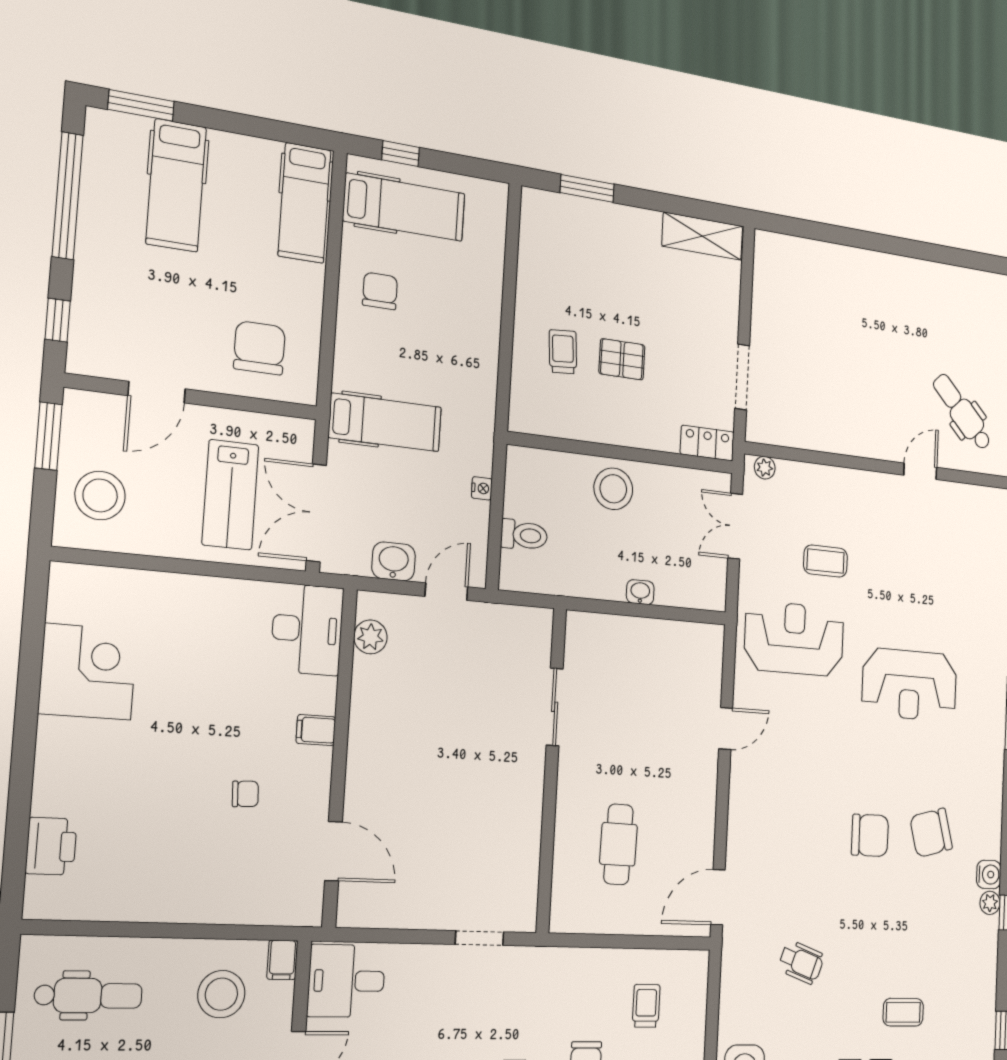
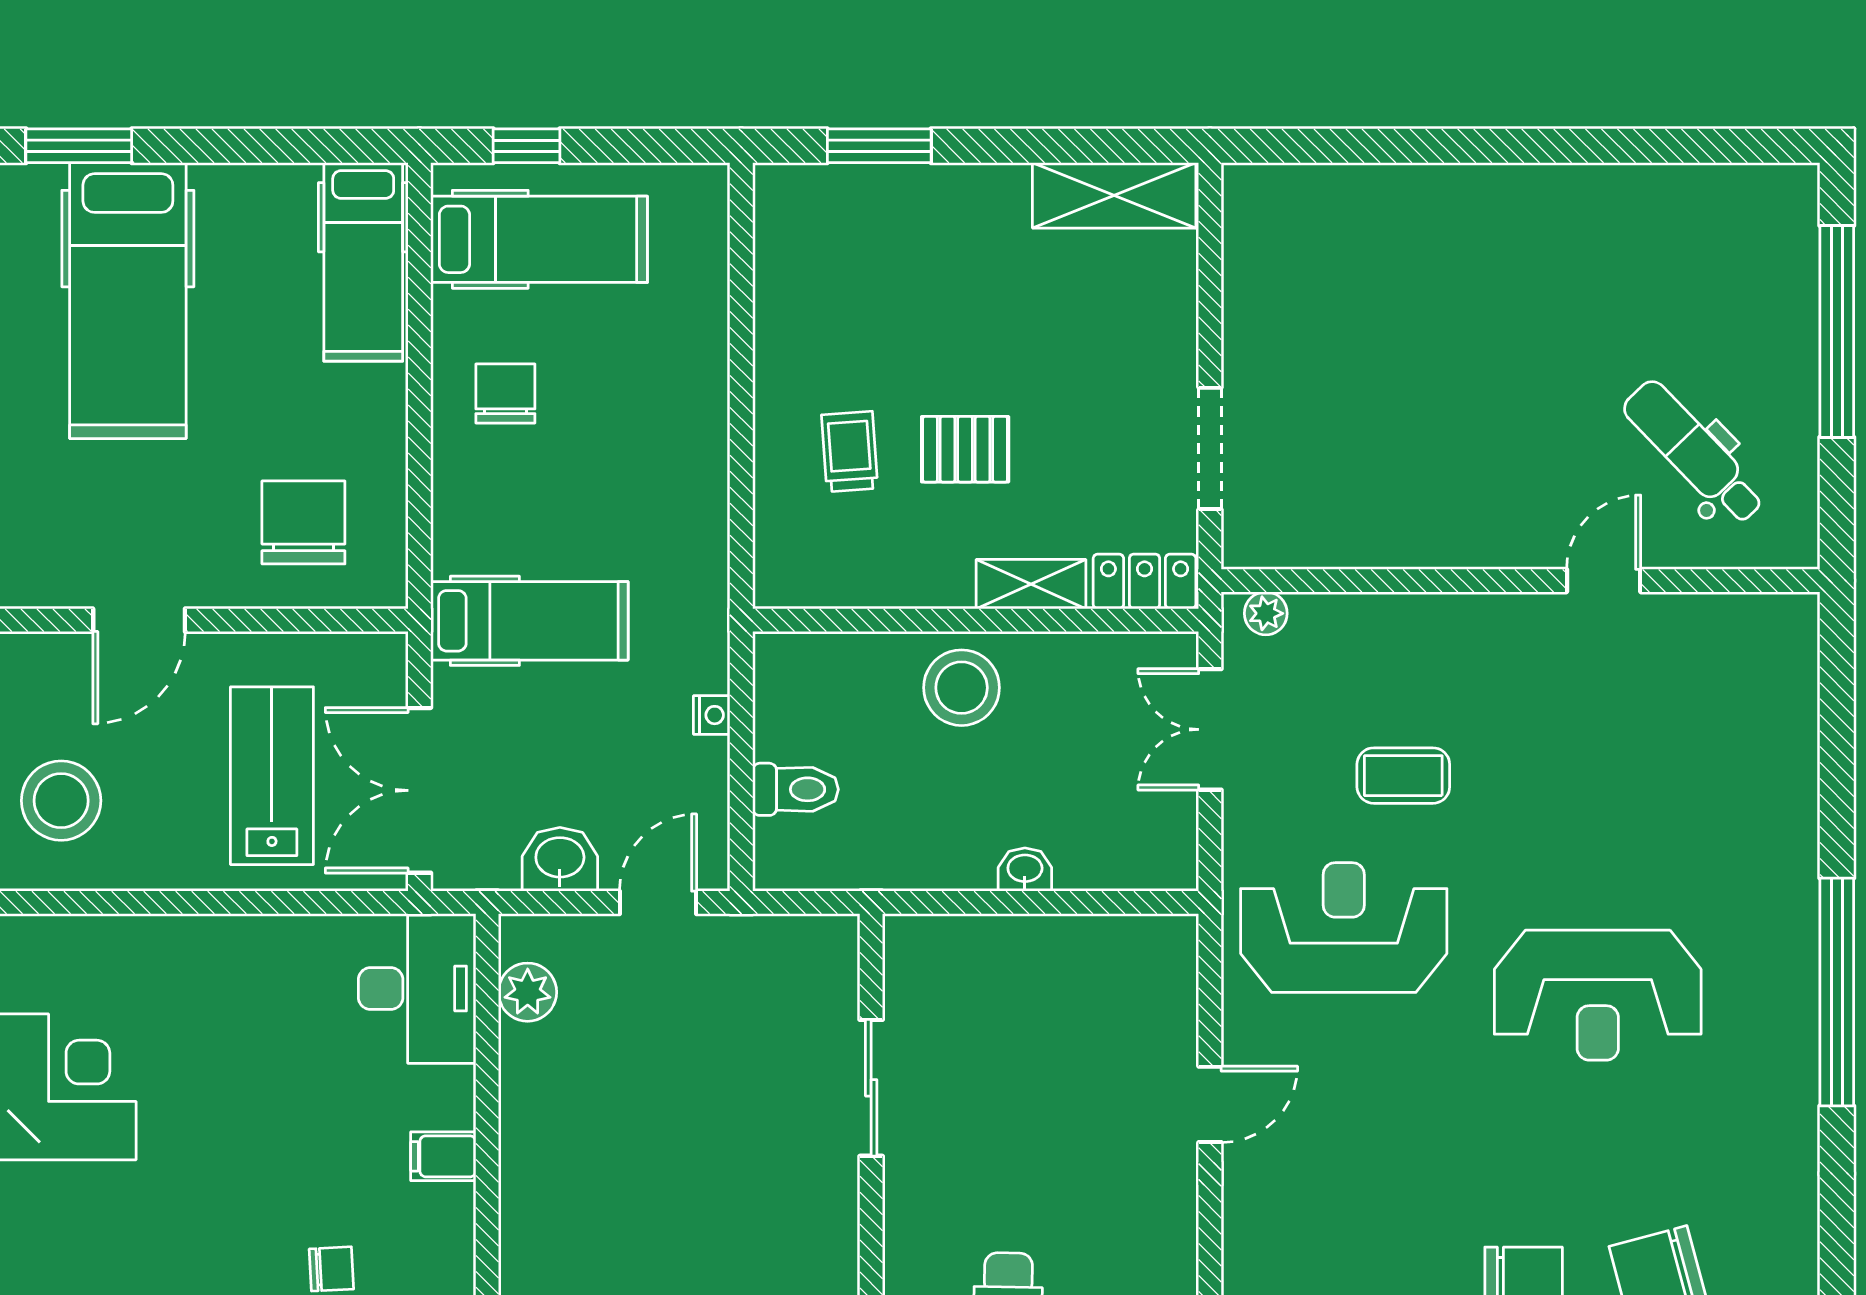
hospital bed: (176, 185) -> (128, 301), width x1.37, depth x1.29
shelving: (651, 437) -> (1031, 584), added
lab bench: (230, 495) -> (272, 776), turned 180

